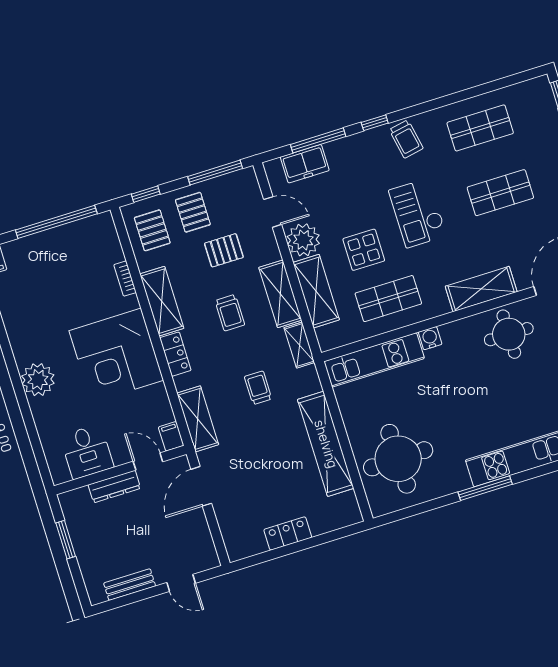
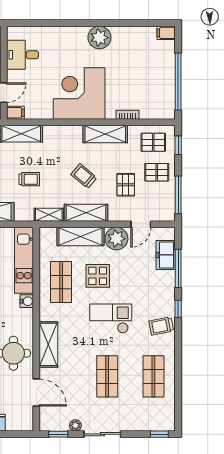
trolley: (230, 313) -> (84, 176), turned 40
locker: (175, 354) -> (68, 132), removed
plant: (38, 380) -> (99, 38), moved

